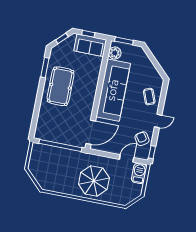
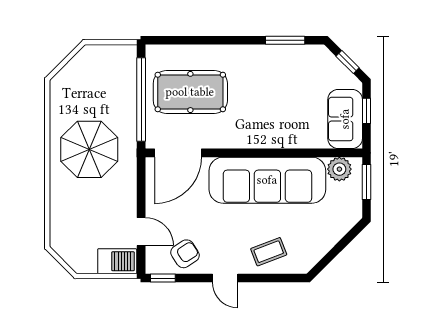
pool table: (60, 86) -> (190, 92), moved
door: (91, 132) -> (178, 153), hinge flipped
parasol: (94, 181) -> (89, 149), moved

